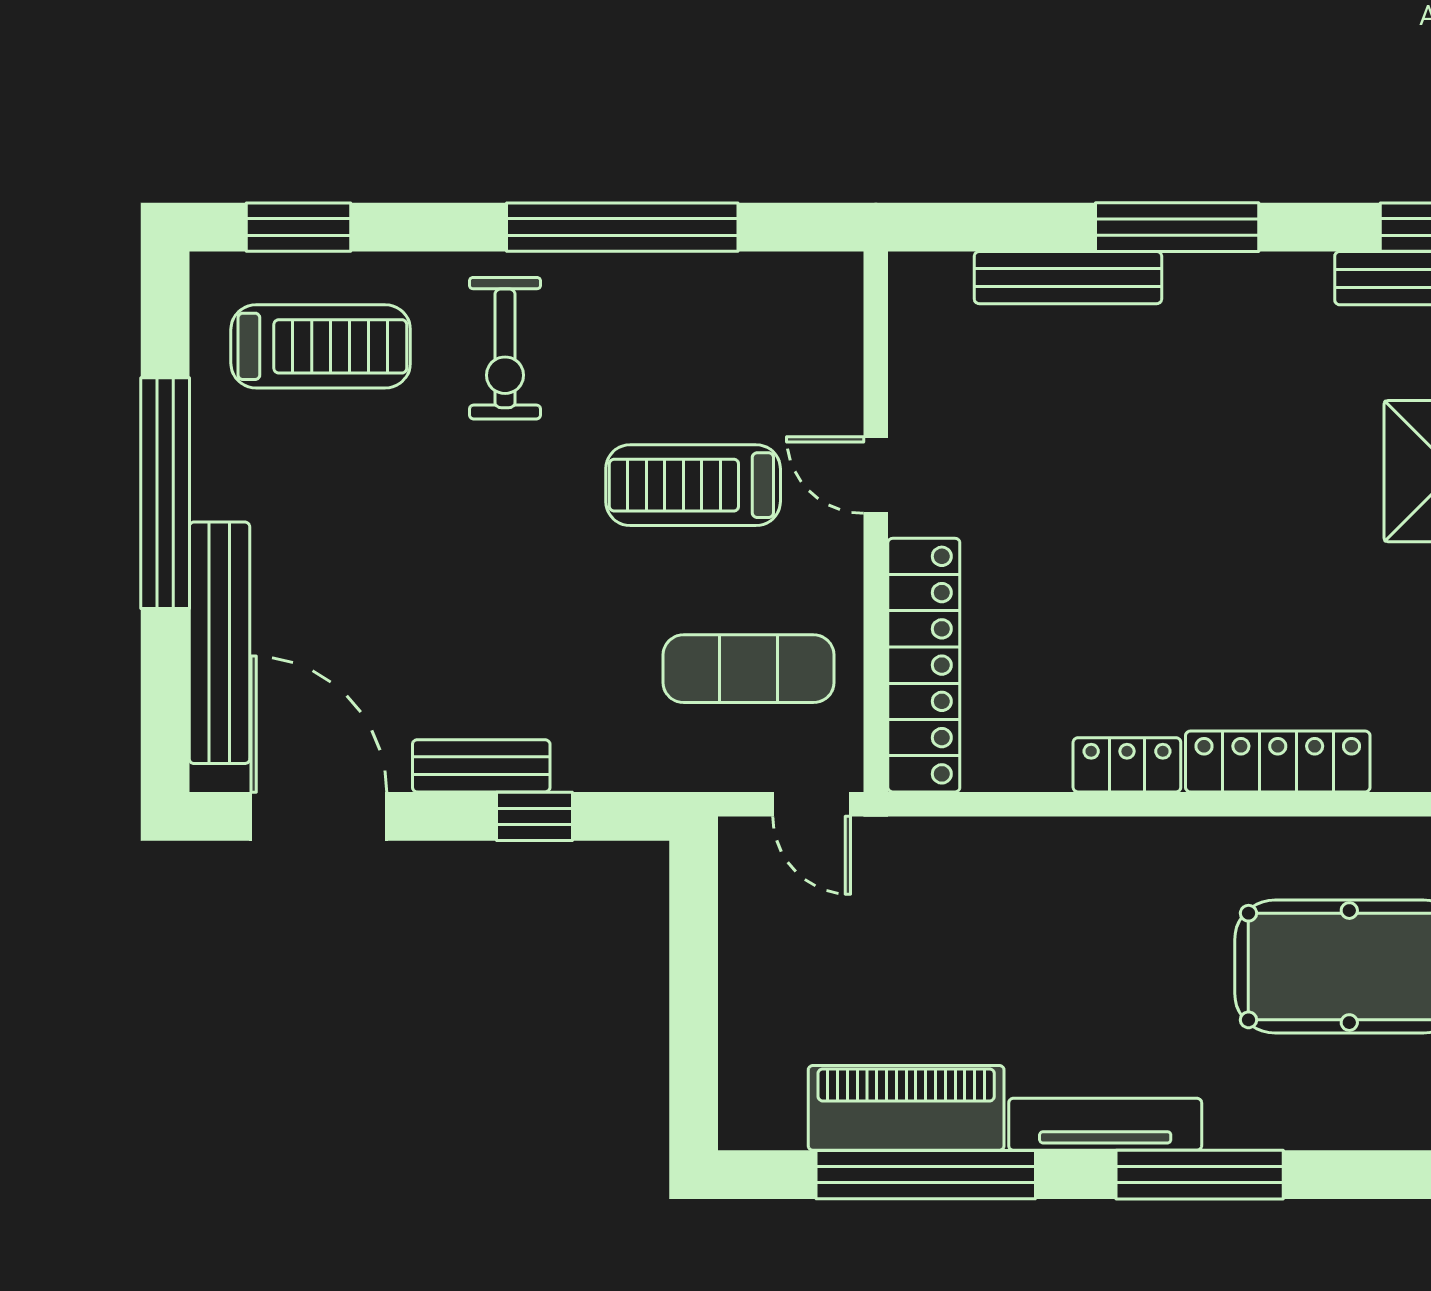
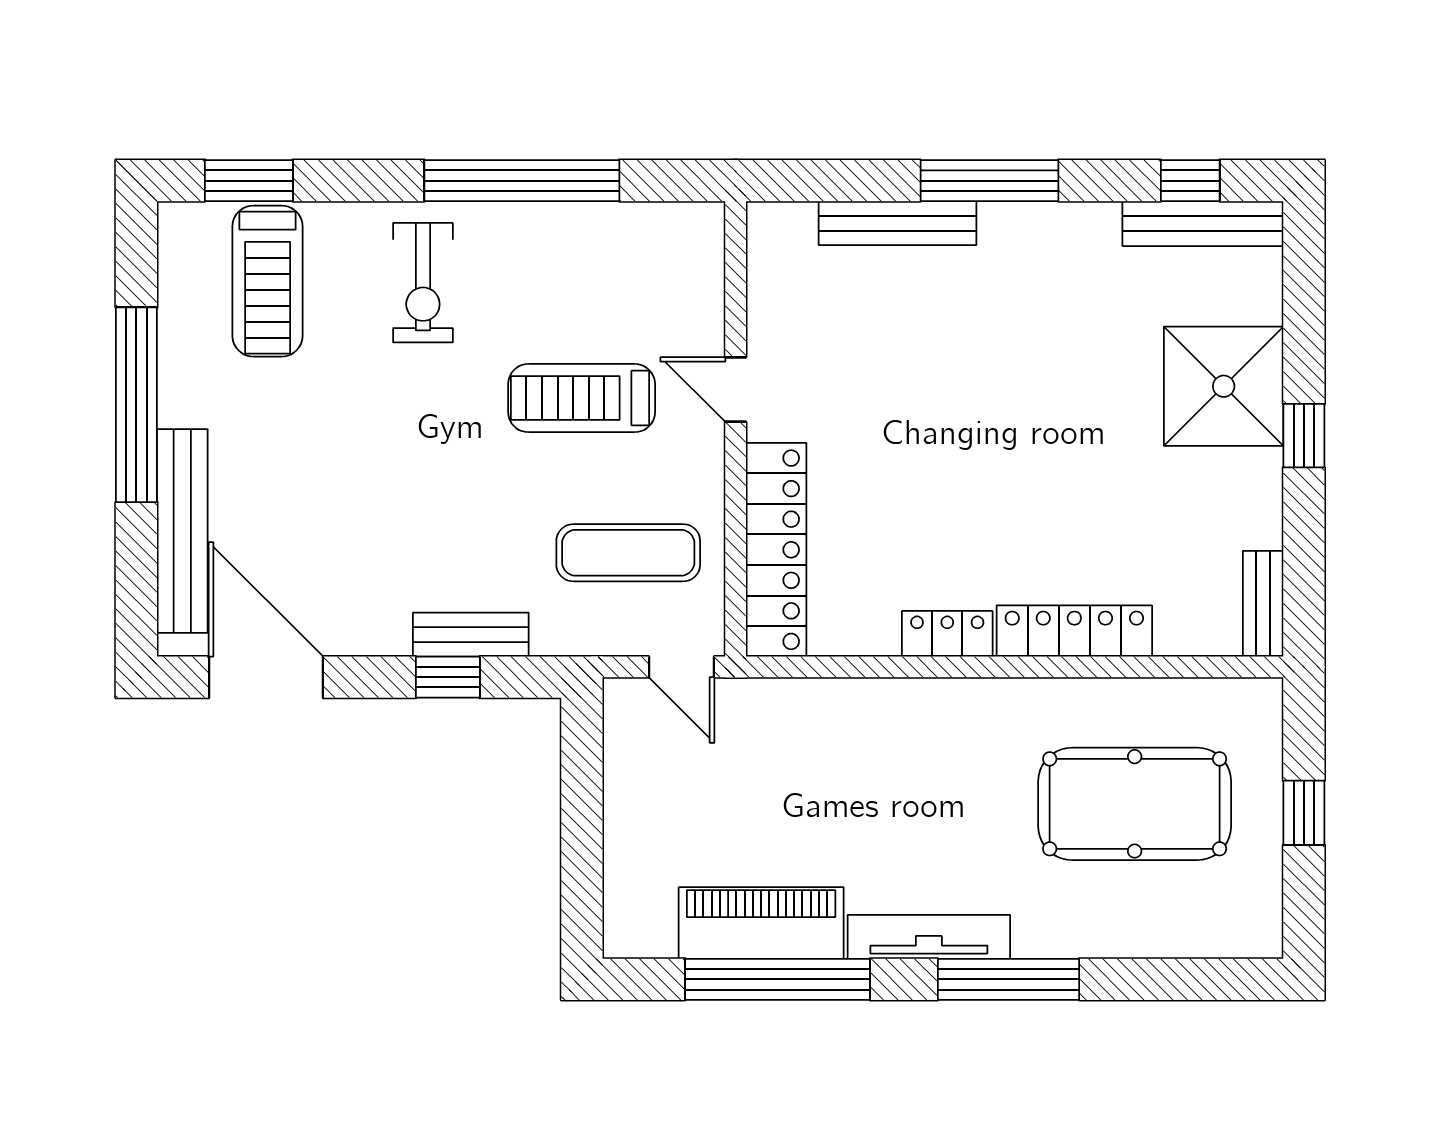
treadmill: (321, 346) -> (268, 281), turned 90
bench: (481, 766) -> (471, 635), moved

